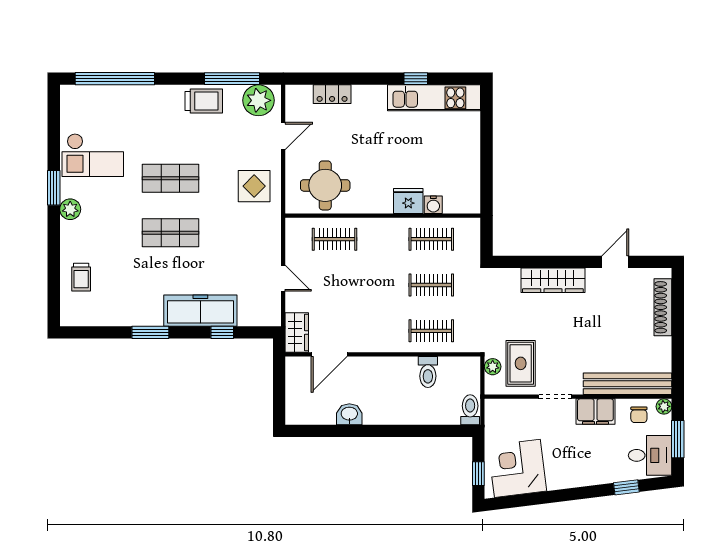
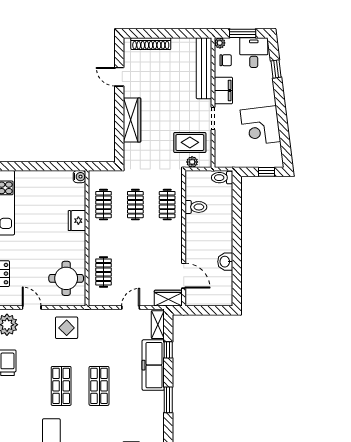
water cooler: (433, 205) -> (80, 177), moved
shelving: (259, 317) -> (158, 325), added
corner desk: (517, 468) -> (260, 126), moved

